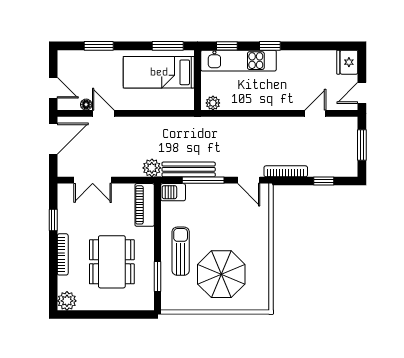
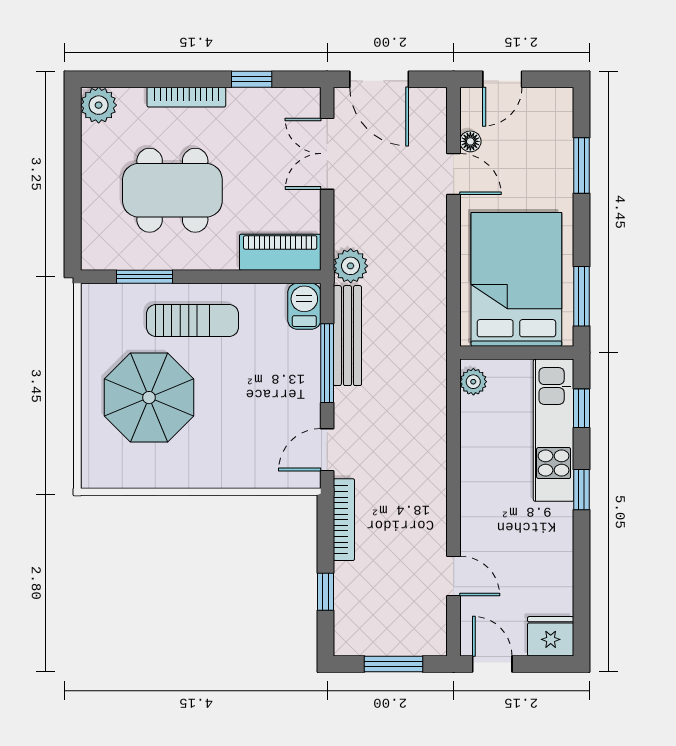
bed: (159, 72) -> (516, 279), width x1.50
door: (103, 113) -> (454, 174), hinge flipped
door: (53, 139) -> (379, 79), moved

